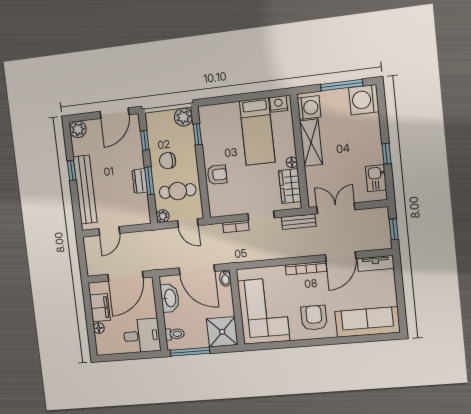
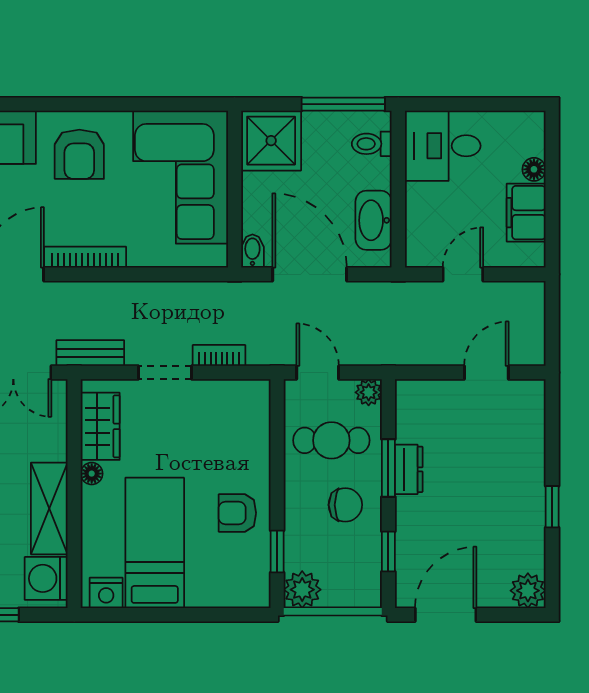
armchair: (217, 175) -> (237, 513), moved
bench: (85, 190) -> (528, 464), removed
door: (125, 276) -> (463, 274), width x0.53

